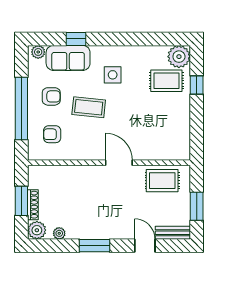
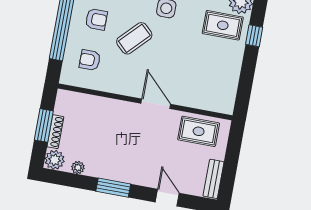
coffee table: (89, 107) -> (134, 38), turned -52
window: (197, 206) -> (230, 166), removed
bench: (173, 233) -> (214, 179), moved, turned 90

